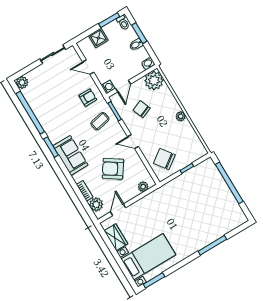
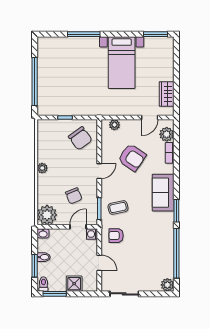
door: (133, 142) -> (99, 171), hinge flipped
bed with nightstands: (148, 257) -> (122, 63), moved, turned -90

